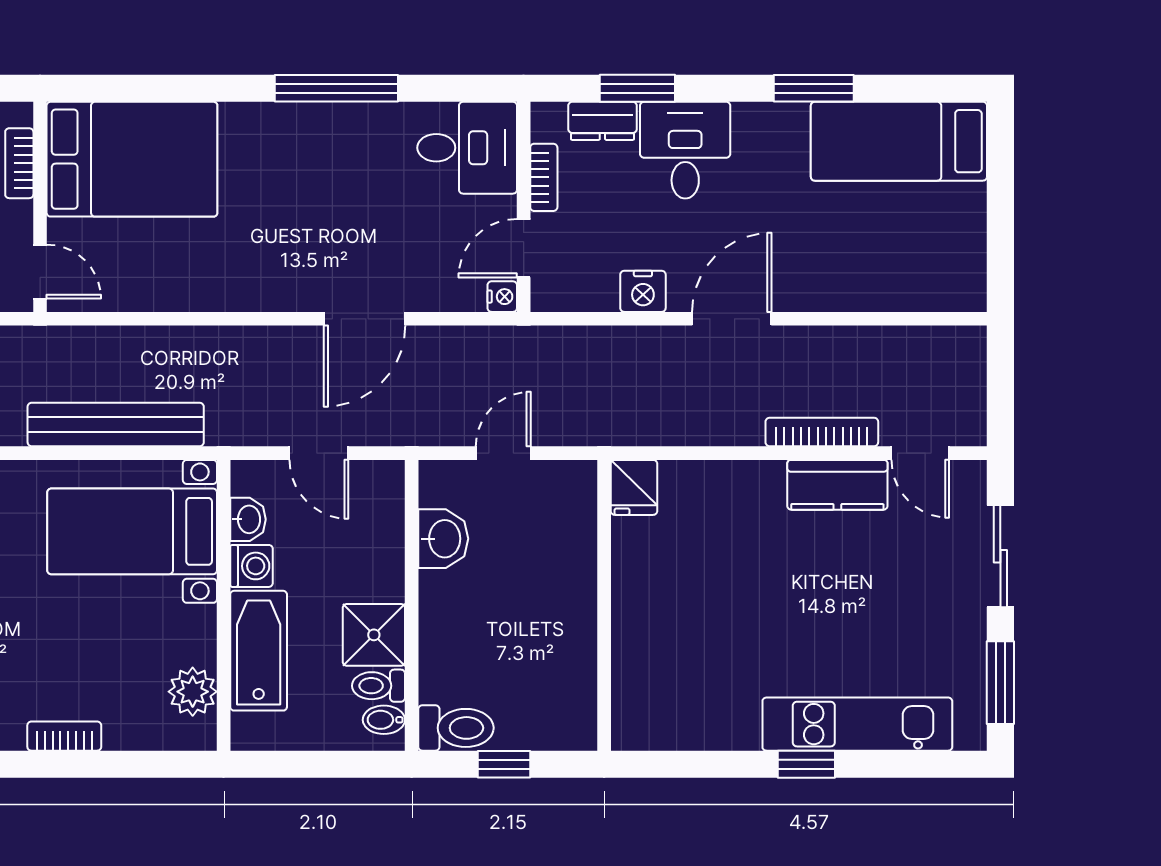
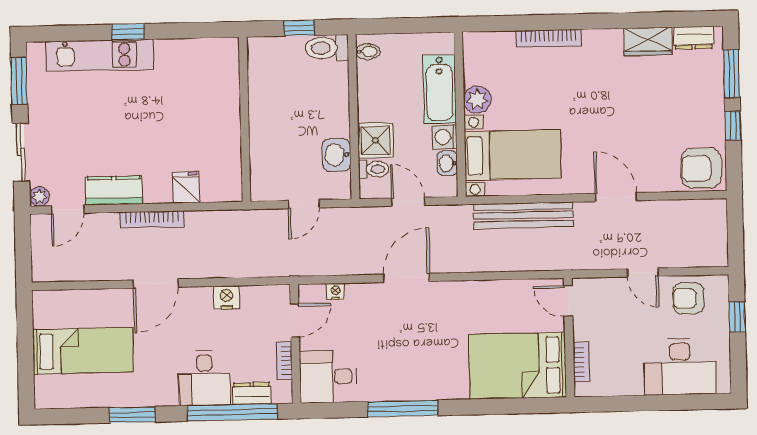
window: (637, 88) -> (232, 412), width x2.11
bed: (899, 141) -> (83, 351), moved
nightstand: (502, 297) -> (336, 292), moved, turned 90
door: (365, 319) -> (406, 278), moved
door: (732, 319) -> (156, 284), moved
bookcase: (822, 432) -> (152, 220), moved
door: (920, 453) -> (68, 209), swing flipped
plant: (970, 477) -> (39, 196), added
fridge: (634, 487) -> (186, 187), moved
shower: (374, 635) -> (375, 140), moved
toilet: (378, 686) -> (373, 169), moved
plant: (193, 692) -> (477, 100), moved
bookcase: (64, 736) -> (548, 38), width x1.56

